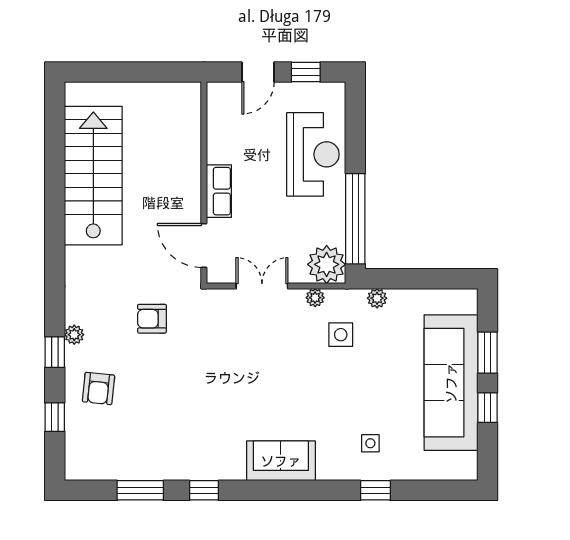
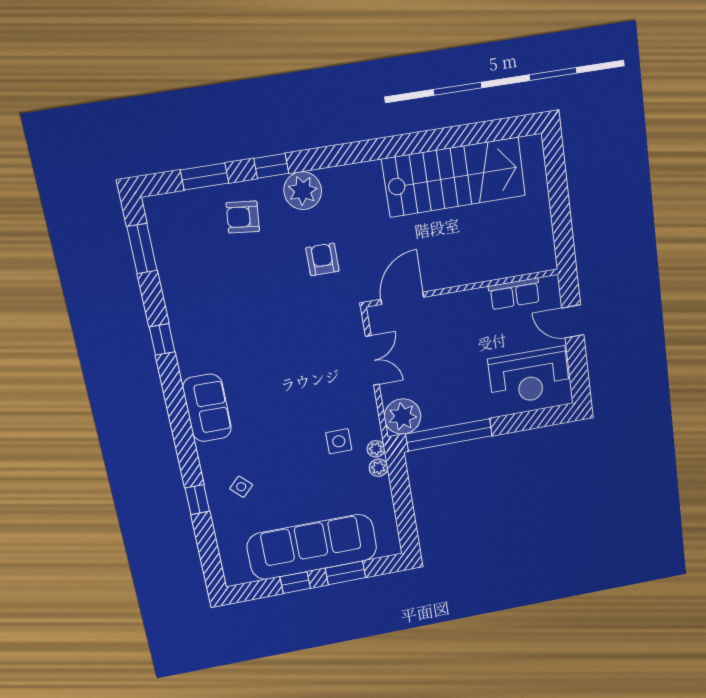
window: (306, 72) -> (578, 366), removed
reception desk: (313, 154) -> (529, 376), moved
row of seats: (219, 191) -> (515, 294), moved
plant: (315, 298) -> (376, 449), moved
plant: (74, 335) -> (303, 191), width x1.87, depth x1.87
window: (55, 417) -> (205, 176), width x1.50
side table: (370, 443) -> (241, 487), turned 45
window: (140, 490) -> (142, 249), moved

